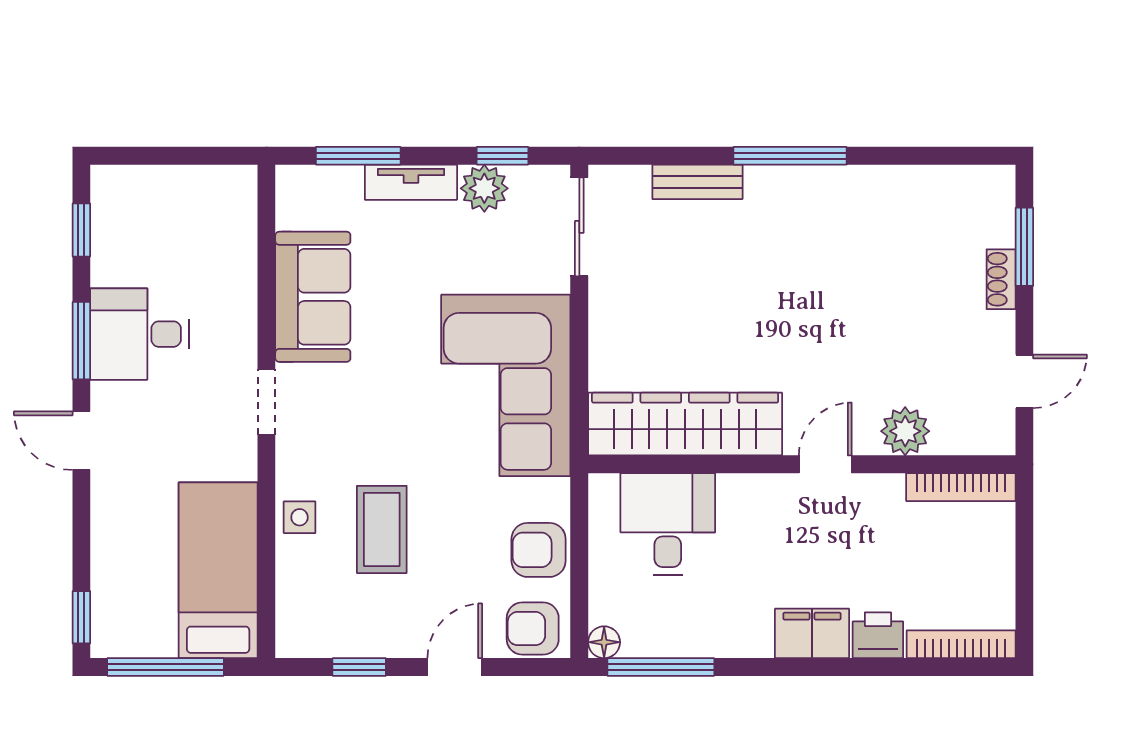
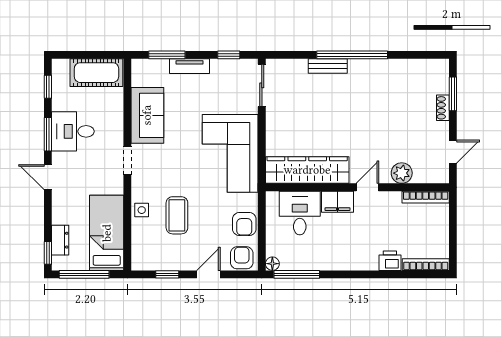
window: (790, 156) -> (352, 55), width x1.46
bench: (697, 182) -> (328, 66), moved
plant: (484, 188) -> (221, 69), removed
cot: (194, 197) -> (96, 73), added
armchair: (539, 550) -> (244, 224), turned -90
dresser: (110, 587) -> (60, 240), added
armchair: (533, 629) -> (242, 258), turned 90
filing cabinet: (812, 633) -> (338, 202), moved, turned 180

